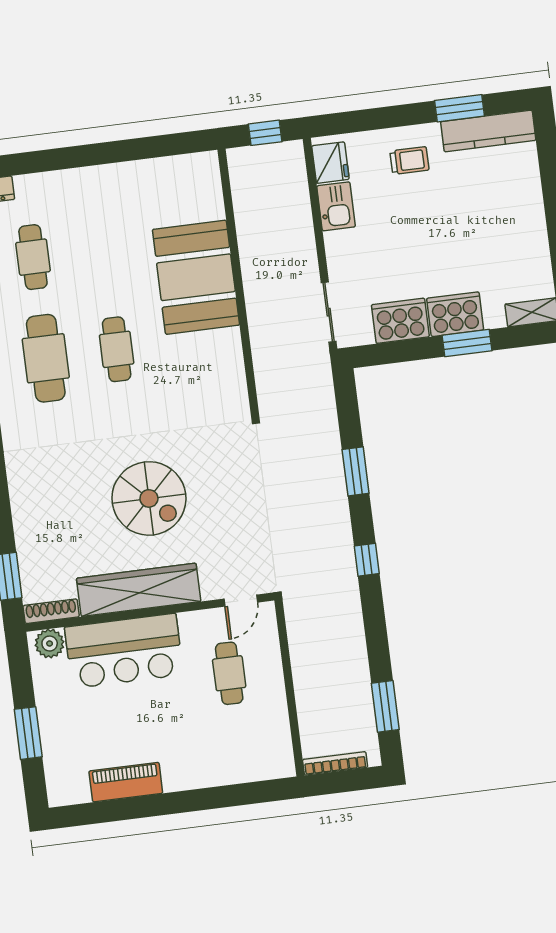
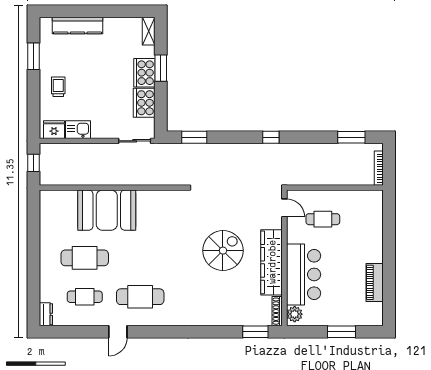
kitchen counter: (488, 131) -> (77, 26), moved, turned 90
cafe table: (117, 349) -> (85, 258), moved, width x1.37, depth x1.35
window: (356, 471) -> (194, 137), moved

